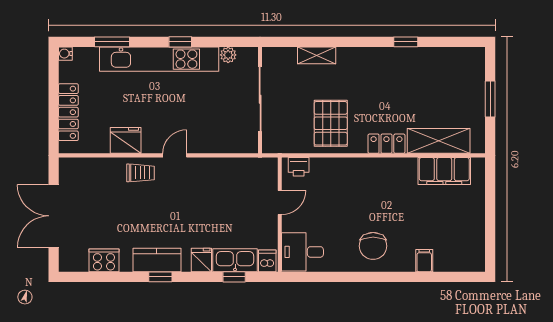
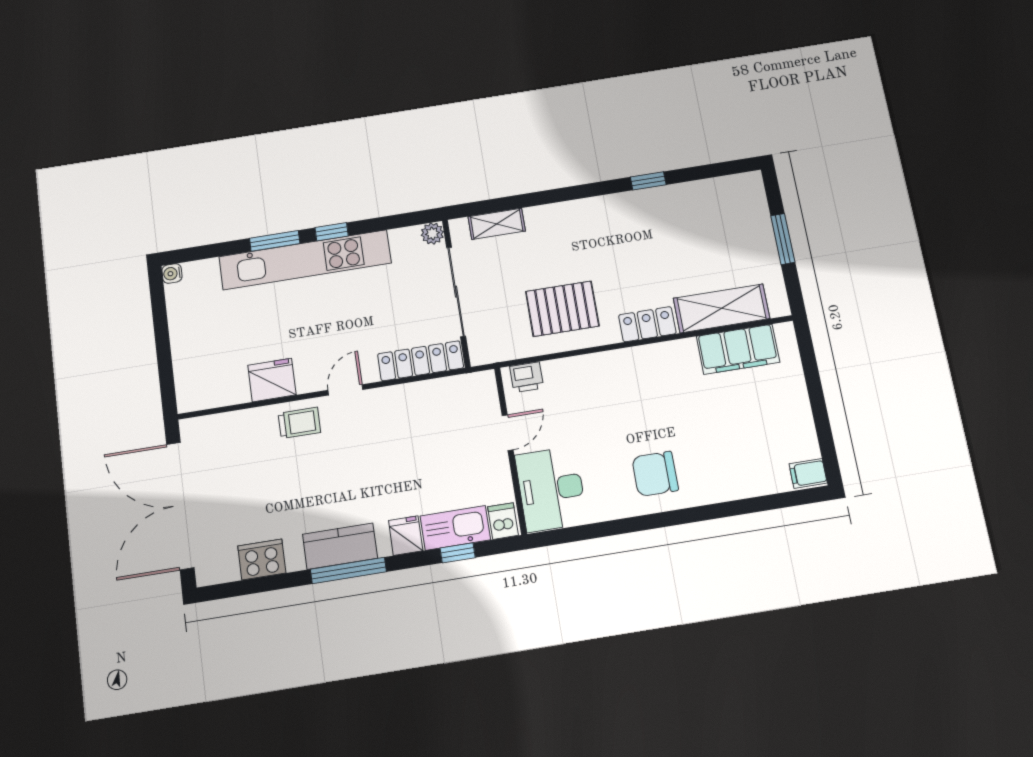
window: (112, 42) -> (275, 241), moved
plant: (228, 55) -> (432, 233), moved
shelving: (317, 55) -> (497, 224), moved
locker: (68, 112) -> (421, 361), moved, turned -90
pallet: (331, 123) -> (562, 309), turned 90
double door: (54, 216) -> (180, 506), width x1.36
chair: (373, 246) -> (655, 474), turned 90
desk: (303, 252) -> (551, 489), width x1.37
filing cabinet: (424, 261) -> (808, 473), moved, turned -90
window: (160, 277) -> (348, 571), width x2.17

